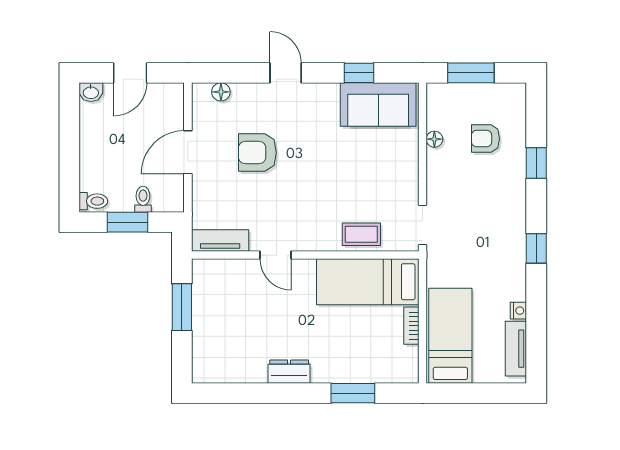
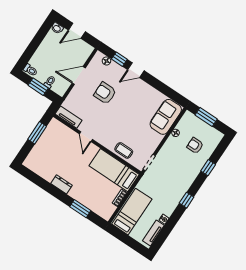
door: (286, 73) -> (136, 70), swing flipped
window: (359, 73) -> (119, 59), moved
sofa: (378, 105) -> (166, 117), moved, turned 90

